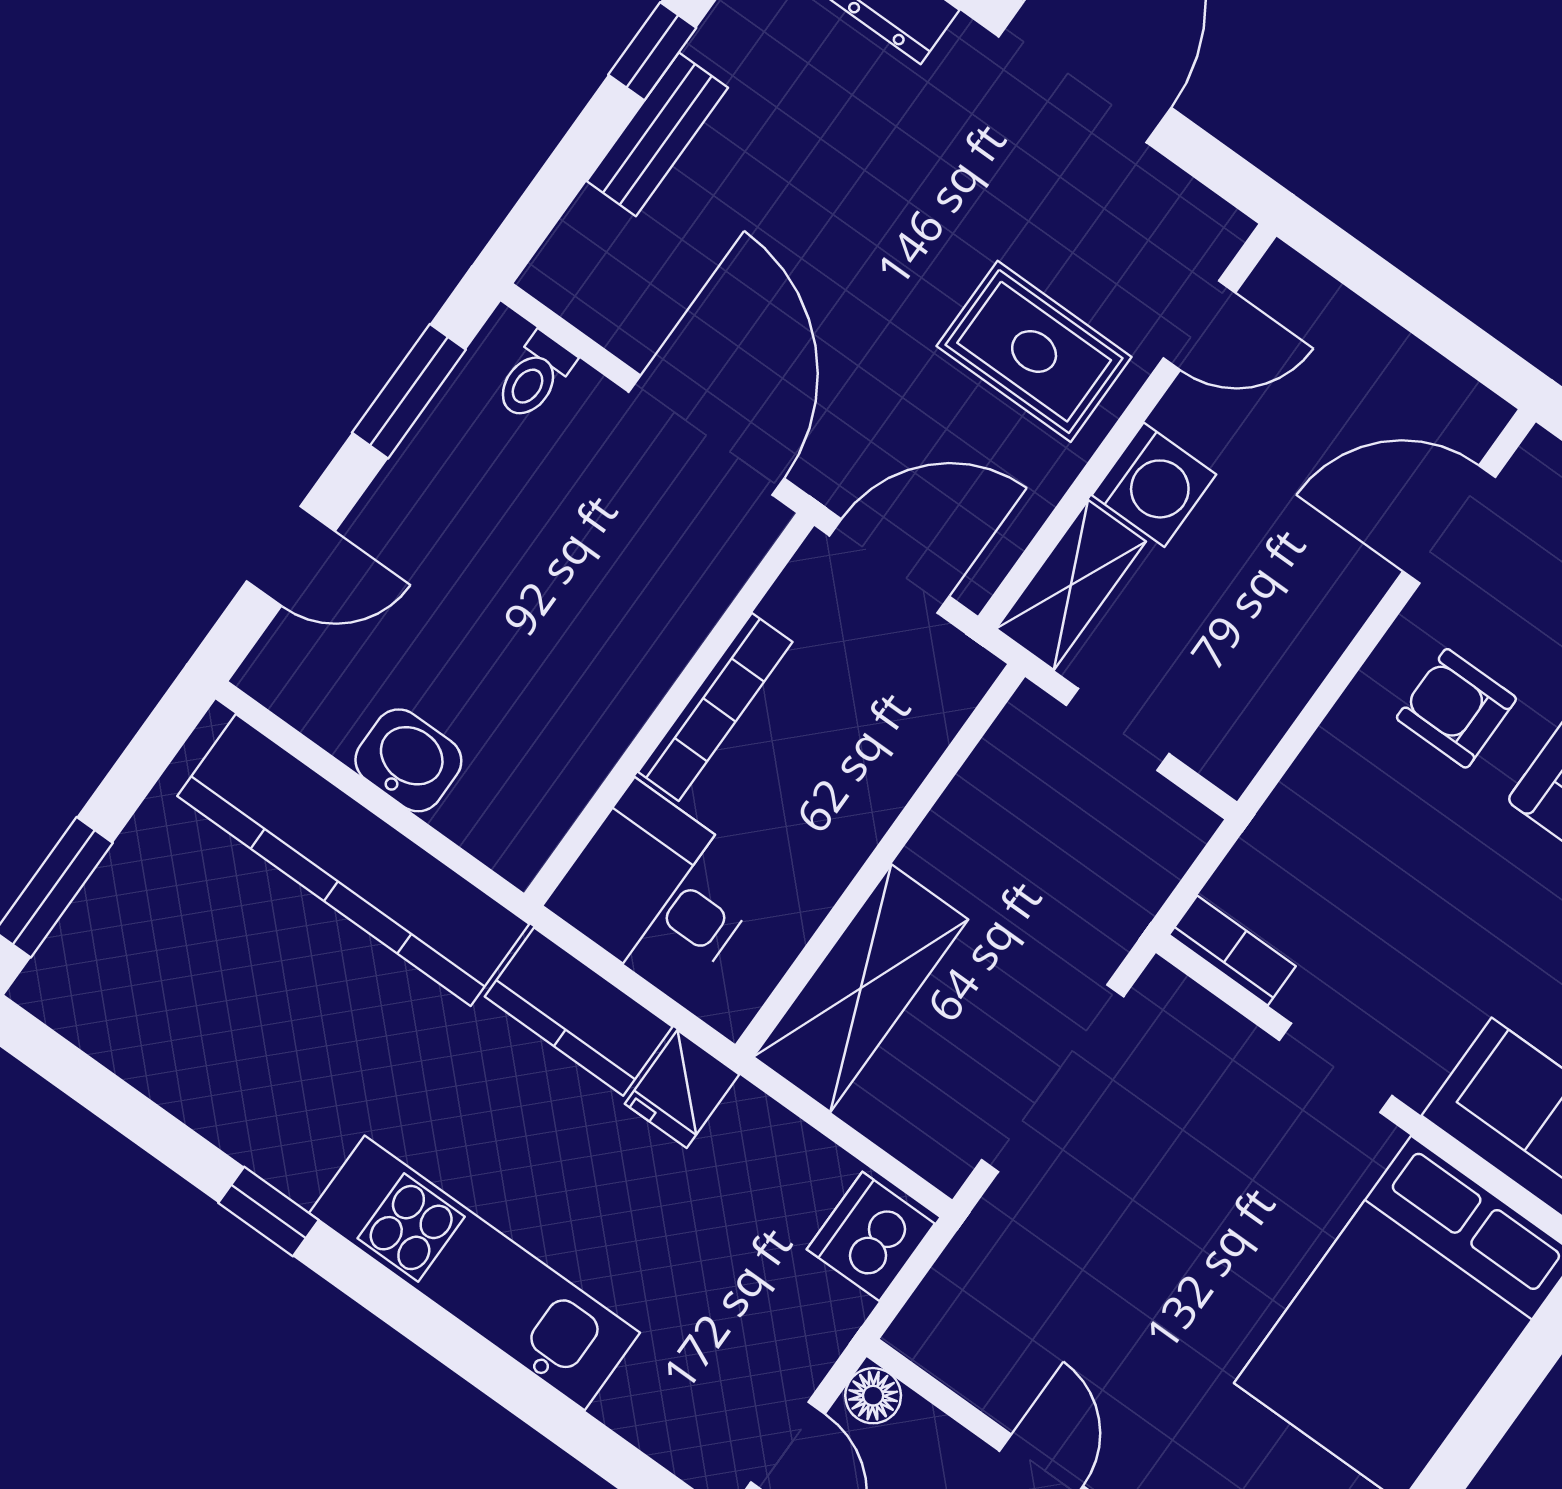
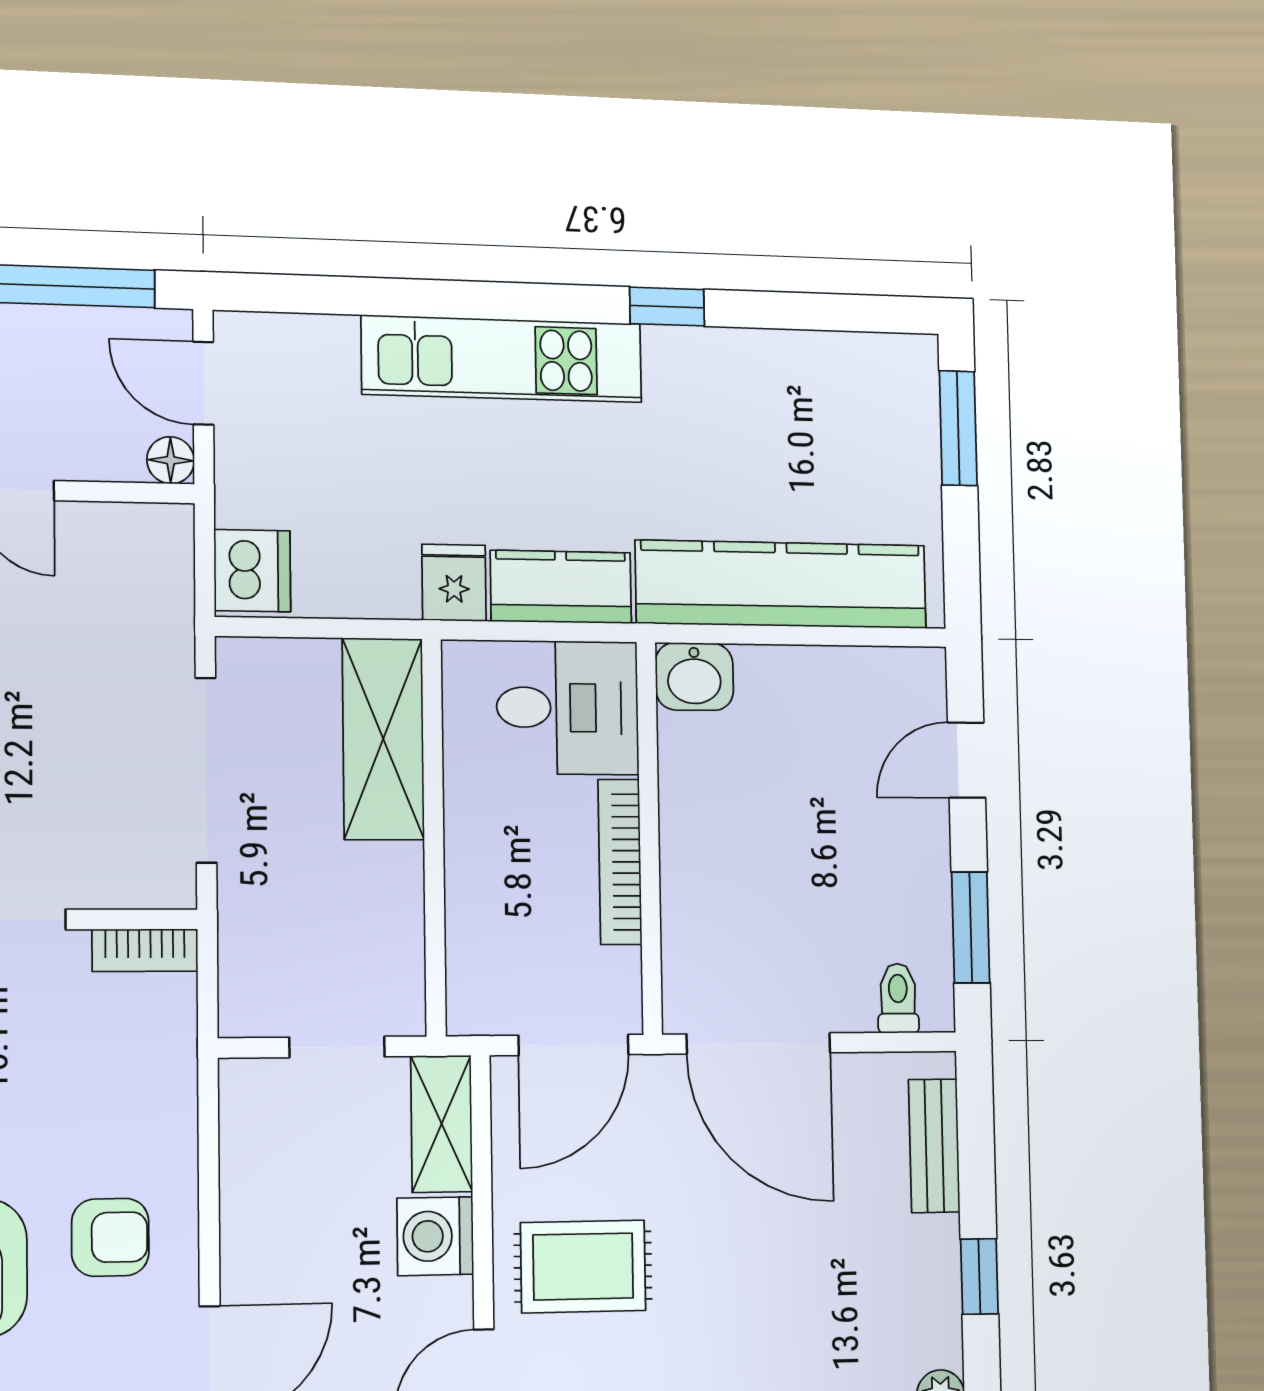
bench: (657, 134) -> (934, 1146), moved
washbasin: (408, 760) -> (694, 677), moved

